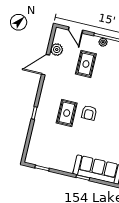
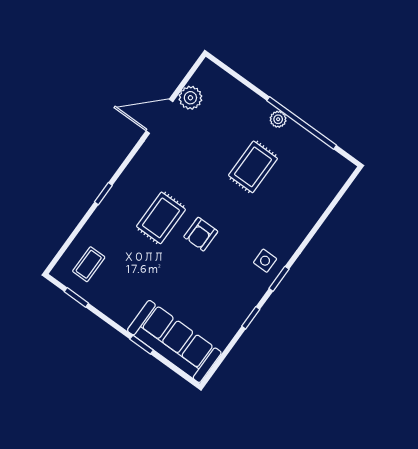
door: (76, 30) -> (238, 77), removed
rug: (86, 64) -> (253, 167), moved
coffee table: (41, 150) -> (89, 264), added

